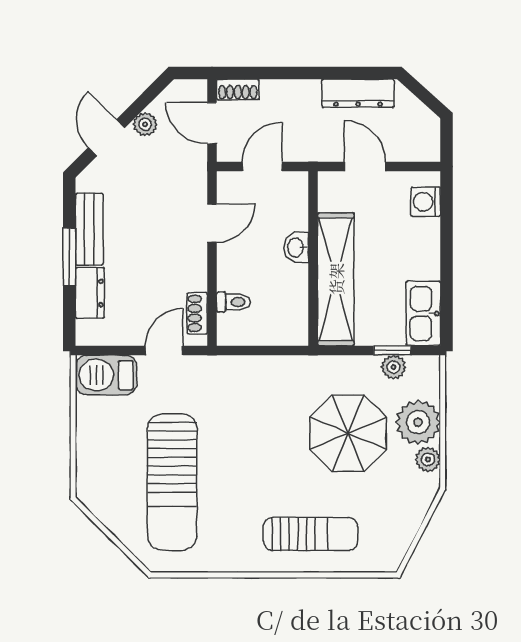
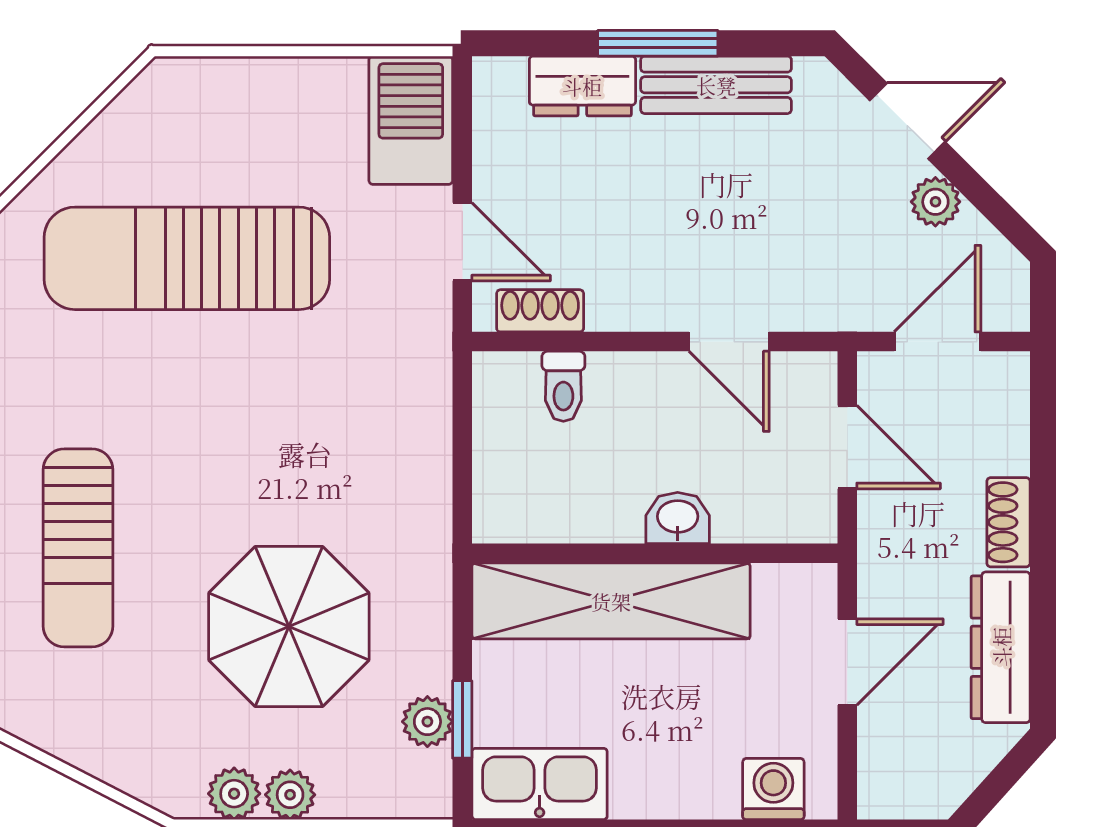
shoe rack: (238, 89) -> (1008, 522), moved
plant: (418, 422) -> (290, 795), width x0.53, depth x0.53

